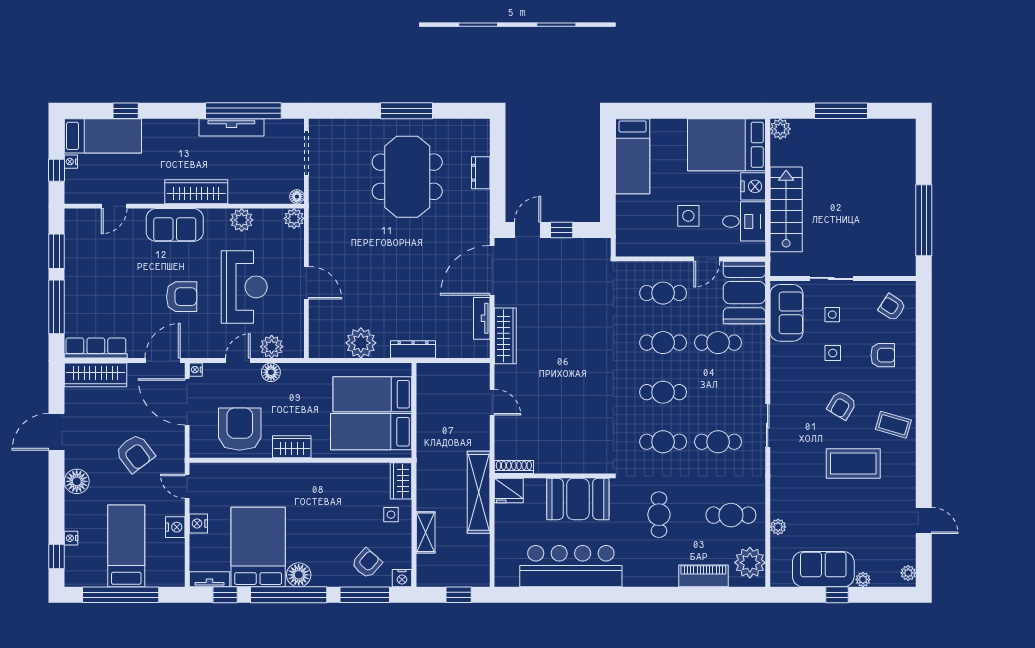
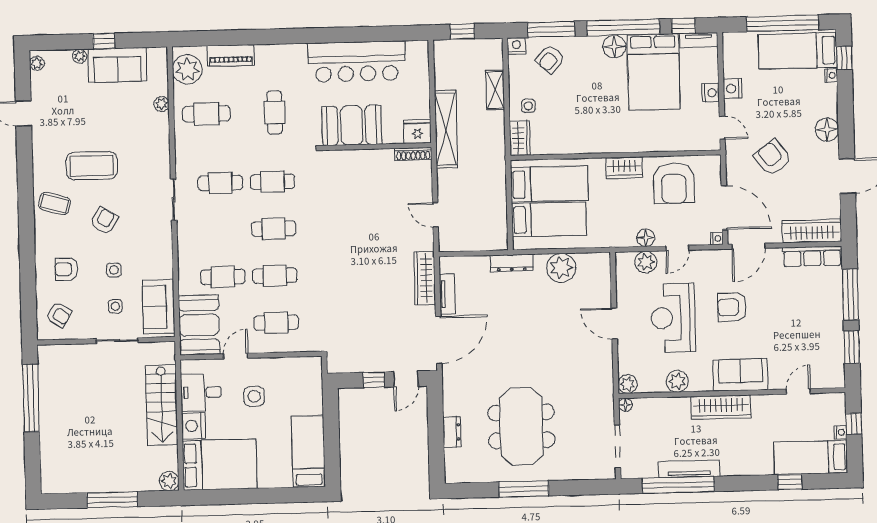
bed: (126, 546) -> (798, 51), moved, turned 90

